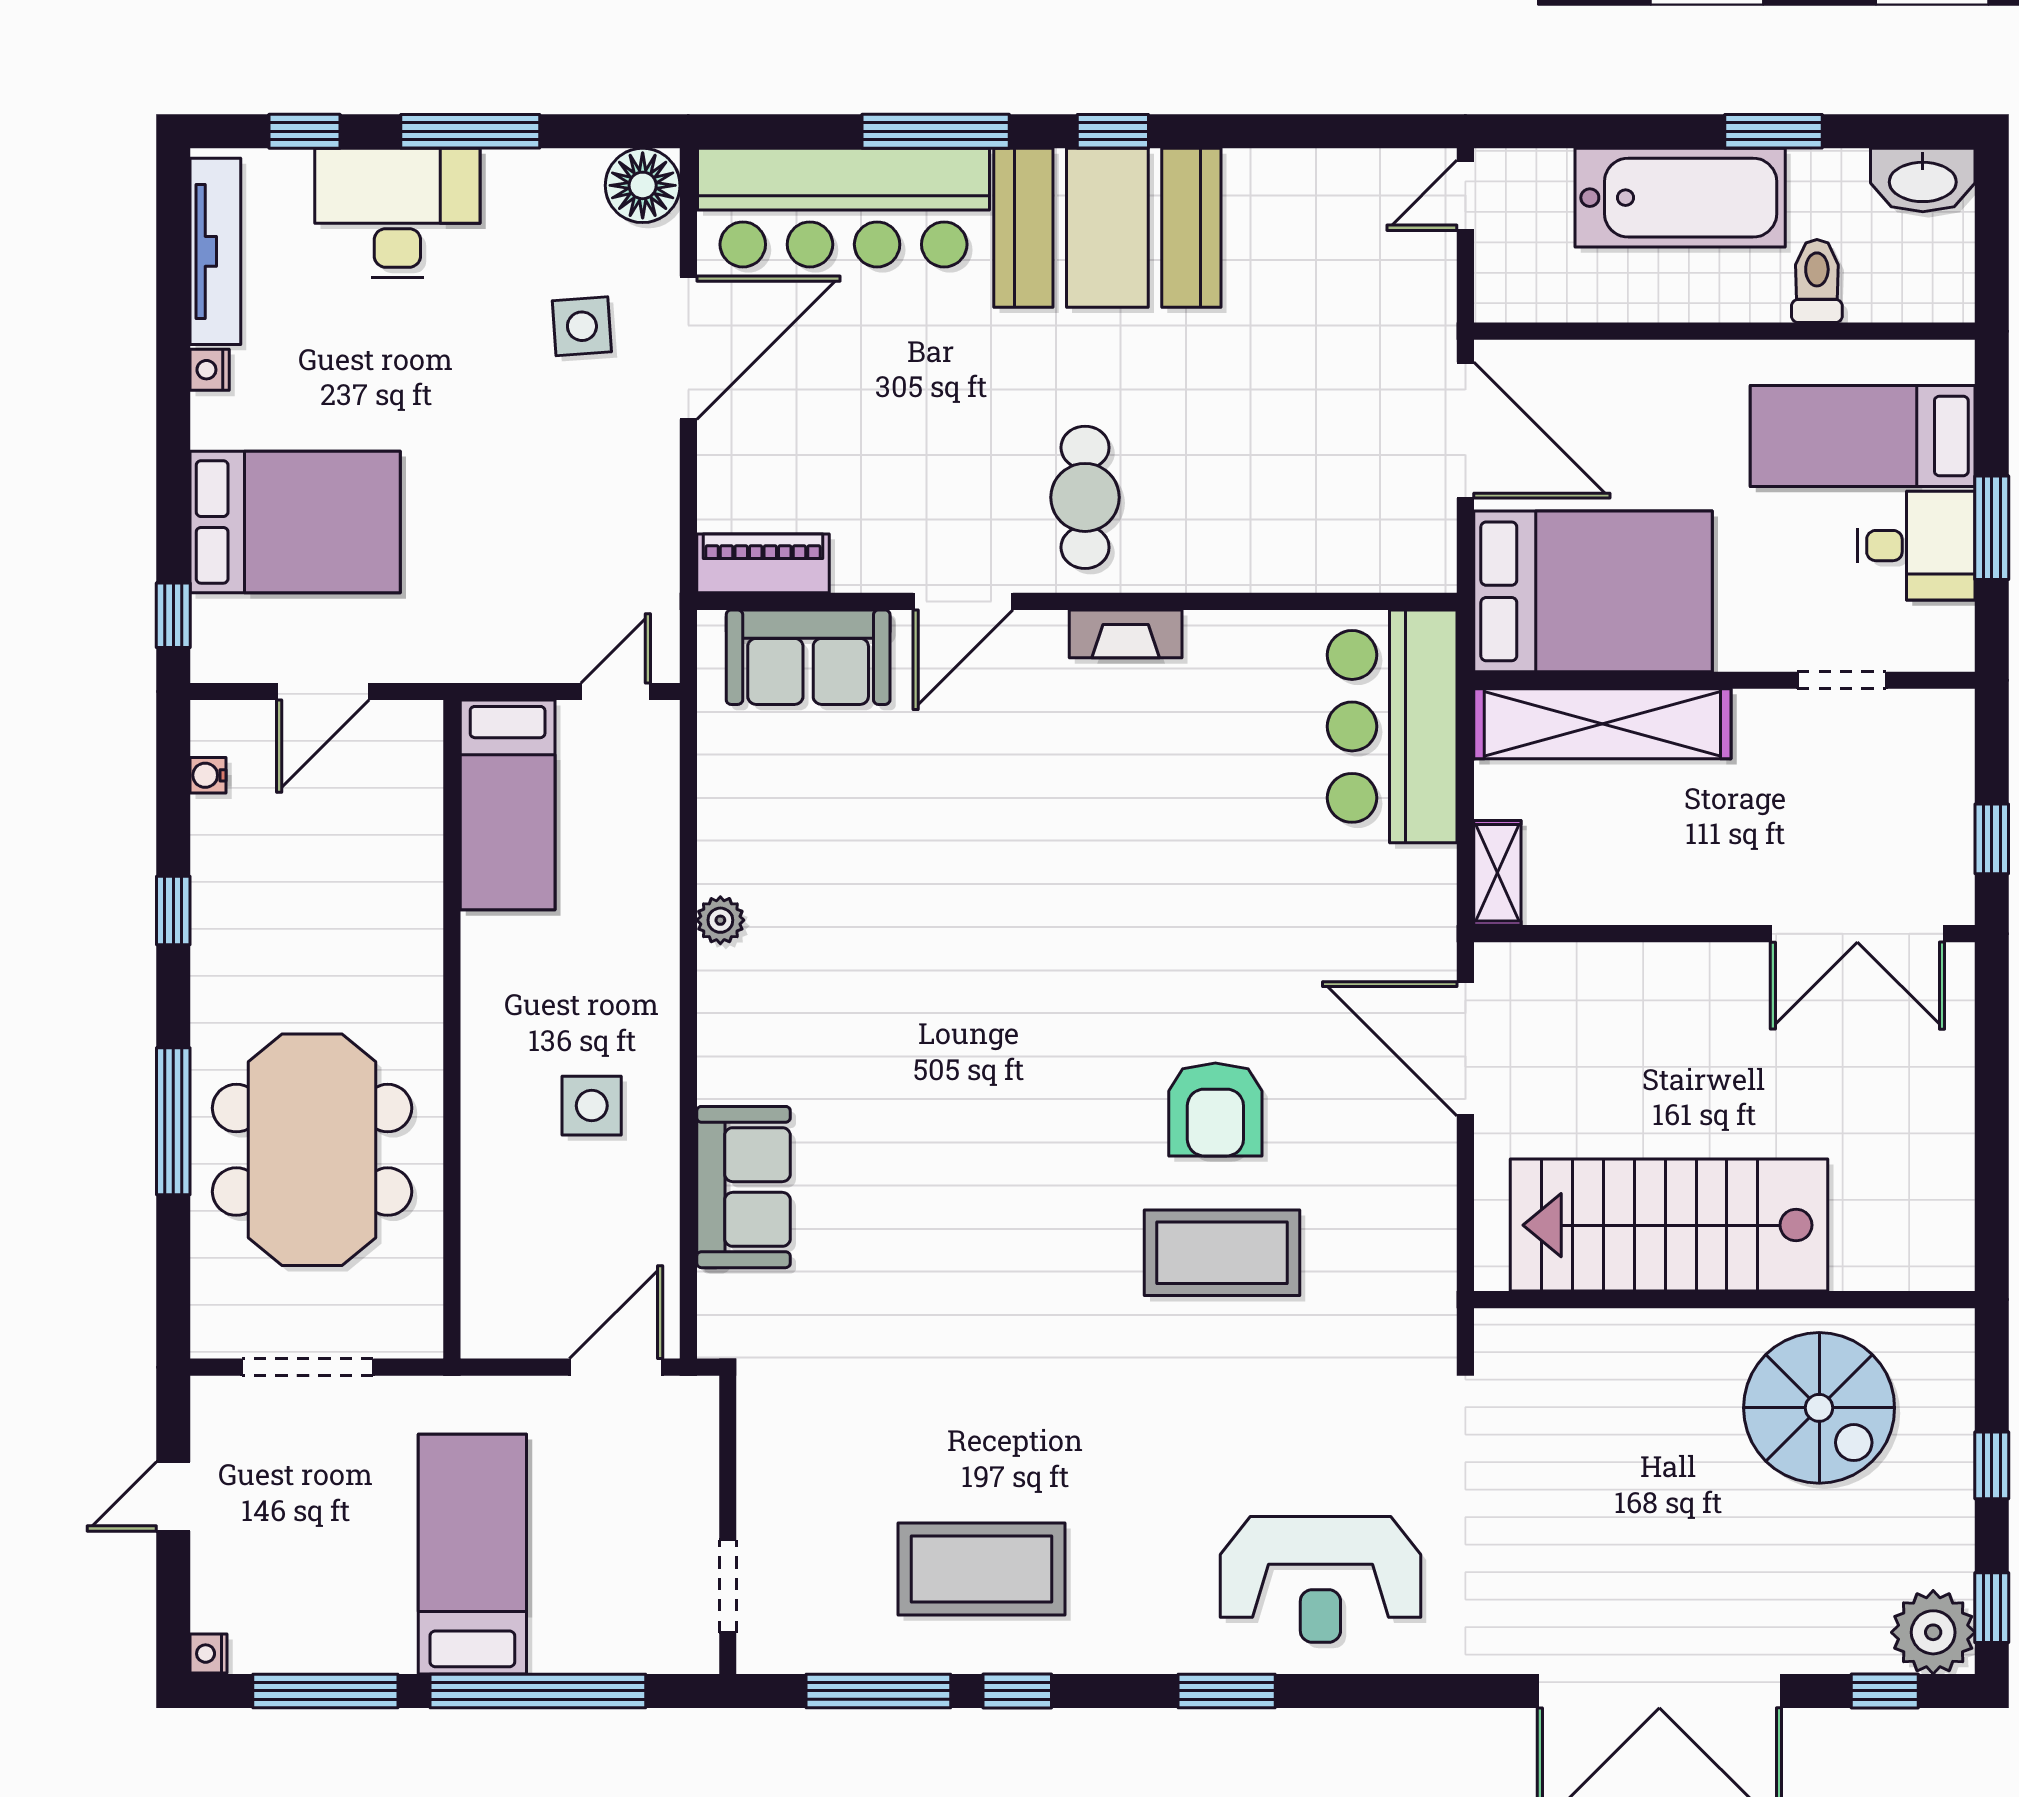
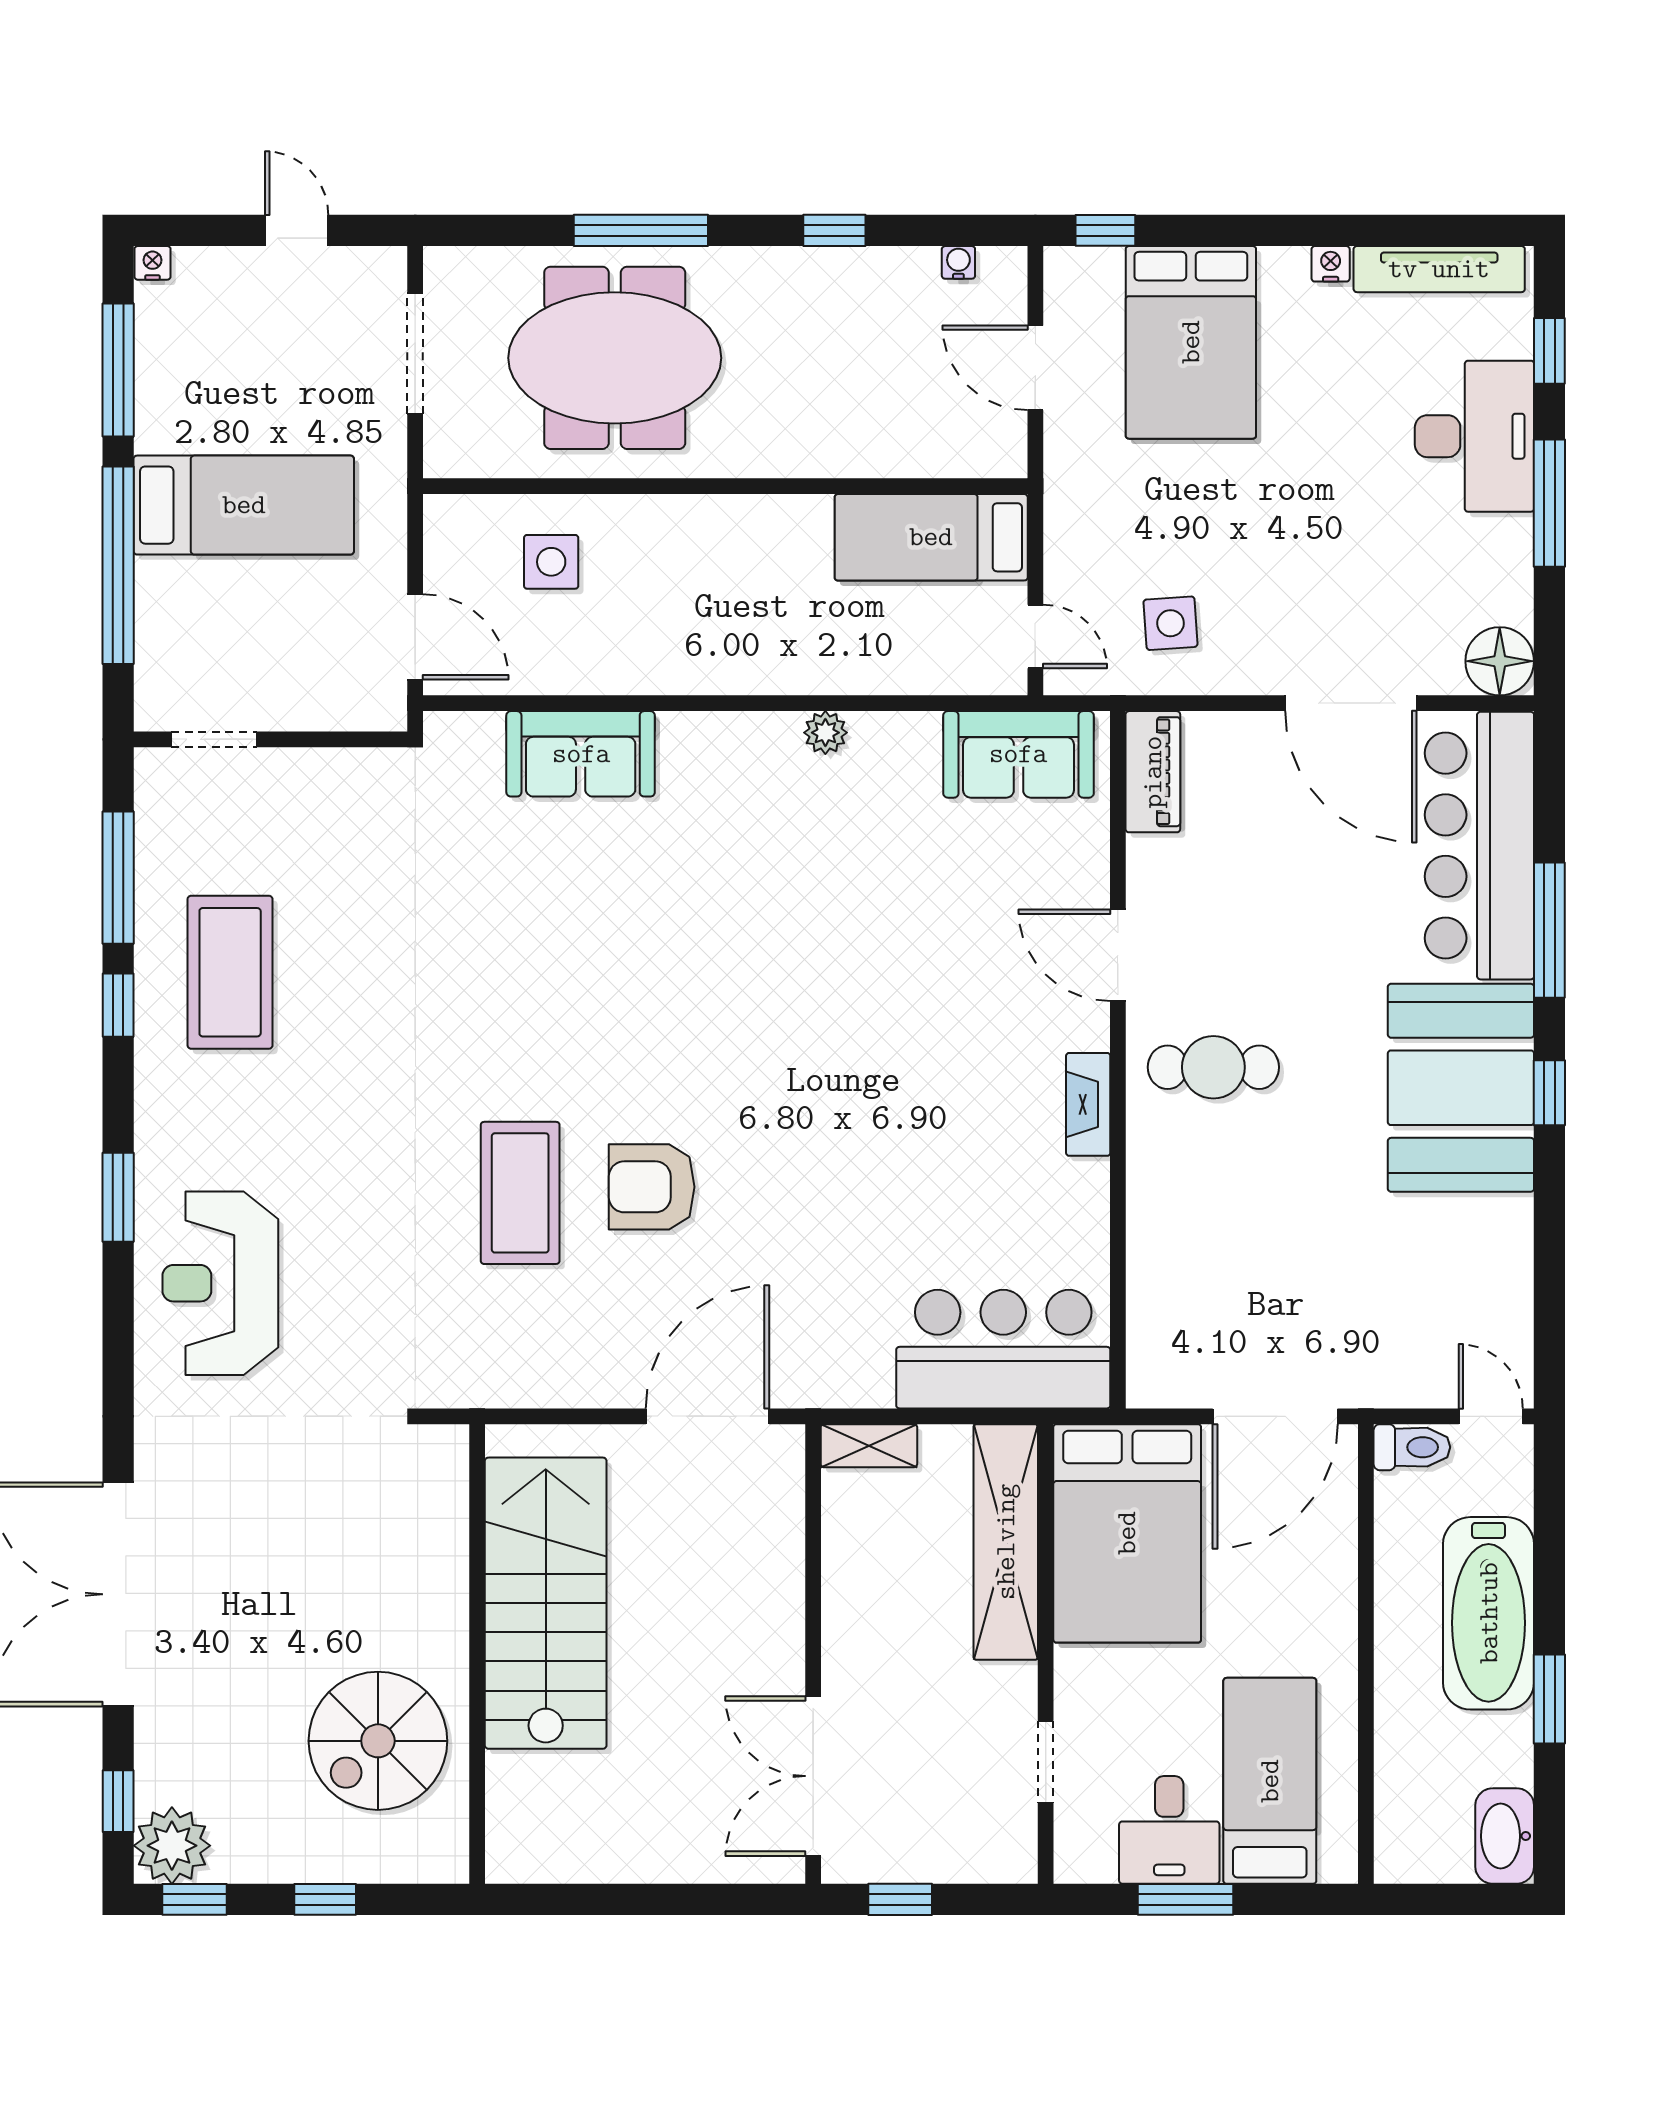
toilet: (1817, 281) -> (1412, 1447), moved
side table: (582, 326) -> (1171, 623), moved
sofa: (808, 657) -> (1018, 754), moved, turned -90
side table: (592, 1106) -> (551, 562), moved

